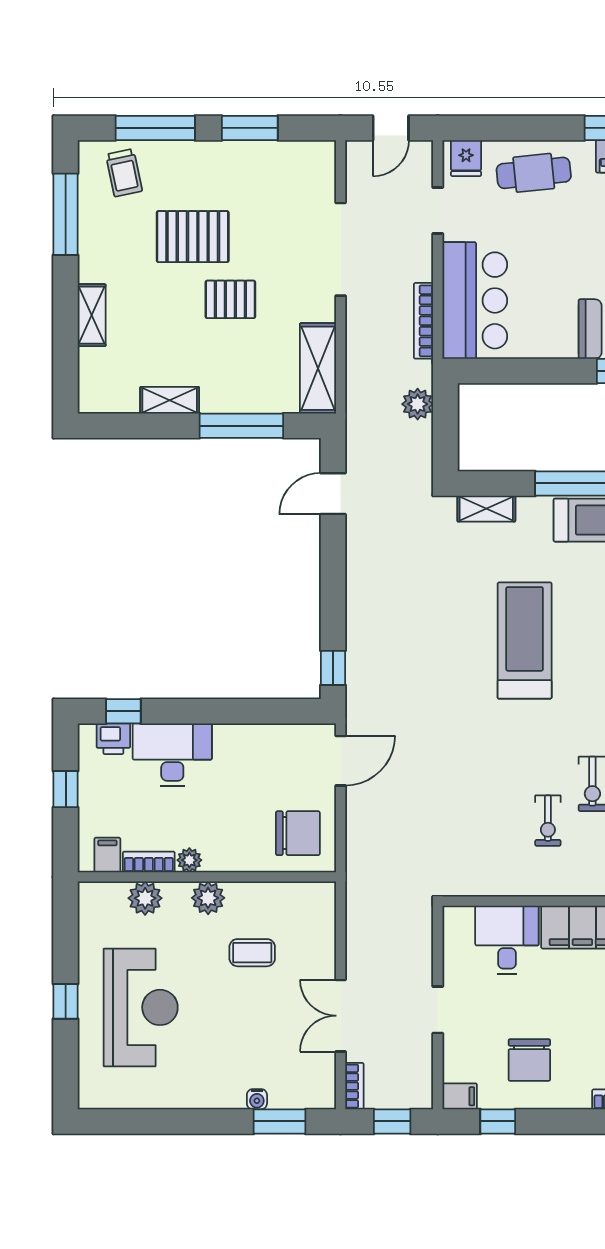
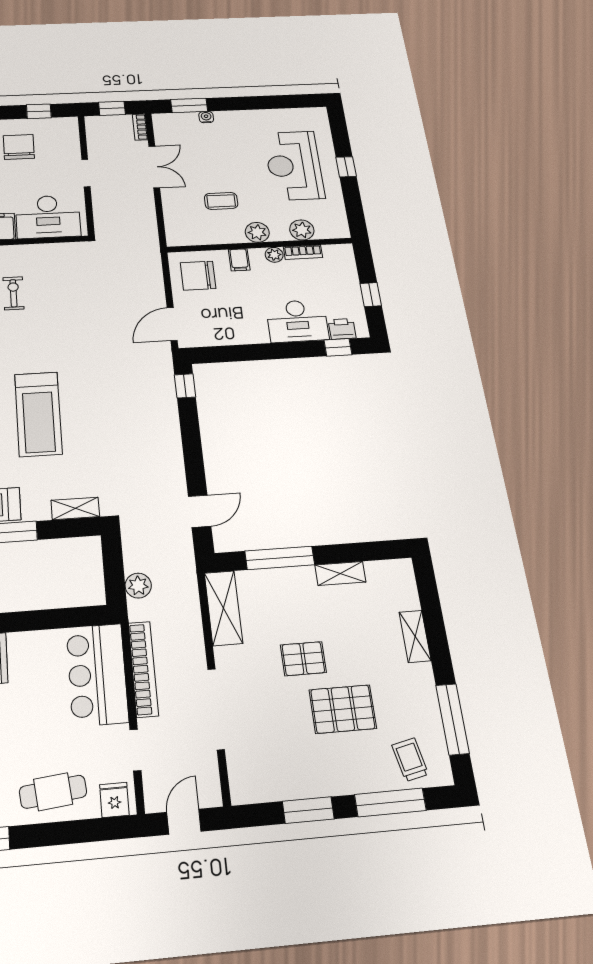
bookcase: (424, 321) -> (143, 669), width x1.48, depth x1.31
filing cabinet: (107, 855) -> (239, 260), moved
desk: (507, 940) -> (48, 217), width x1.37
filing cabinet: (460, 1096) -> (66, 124), removed

